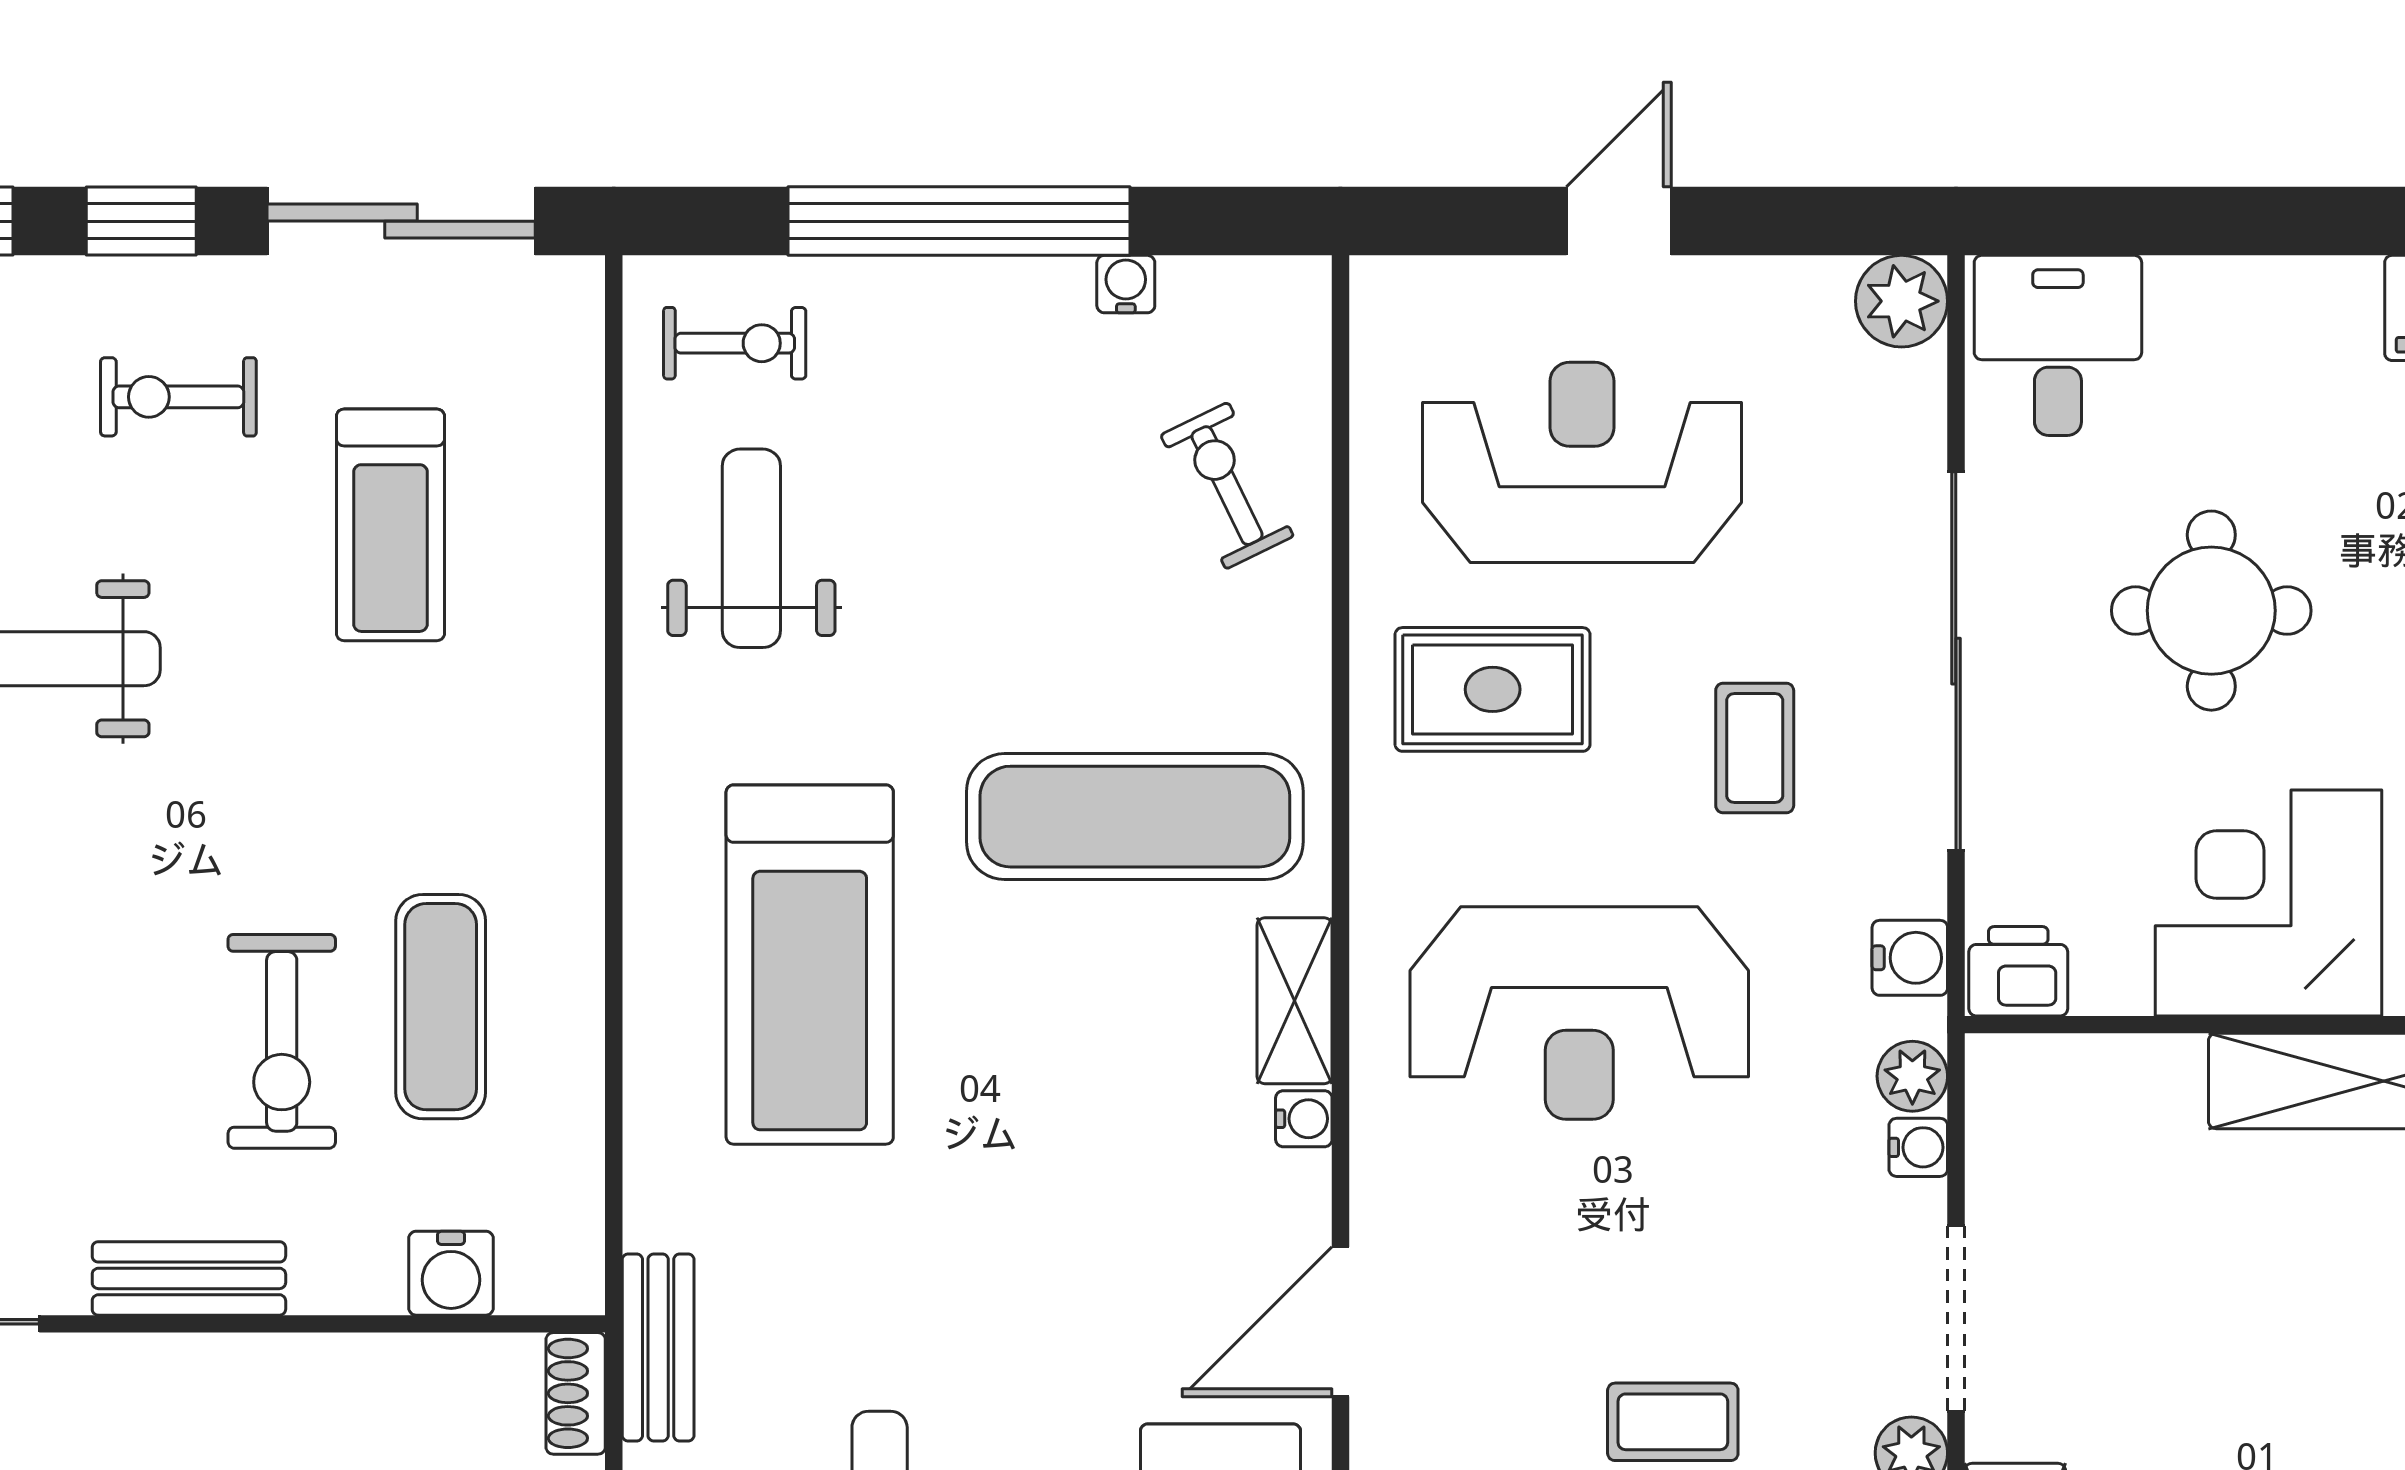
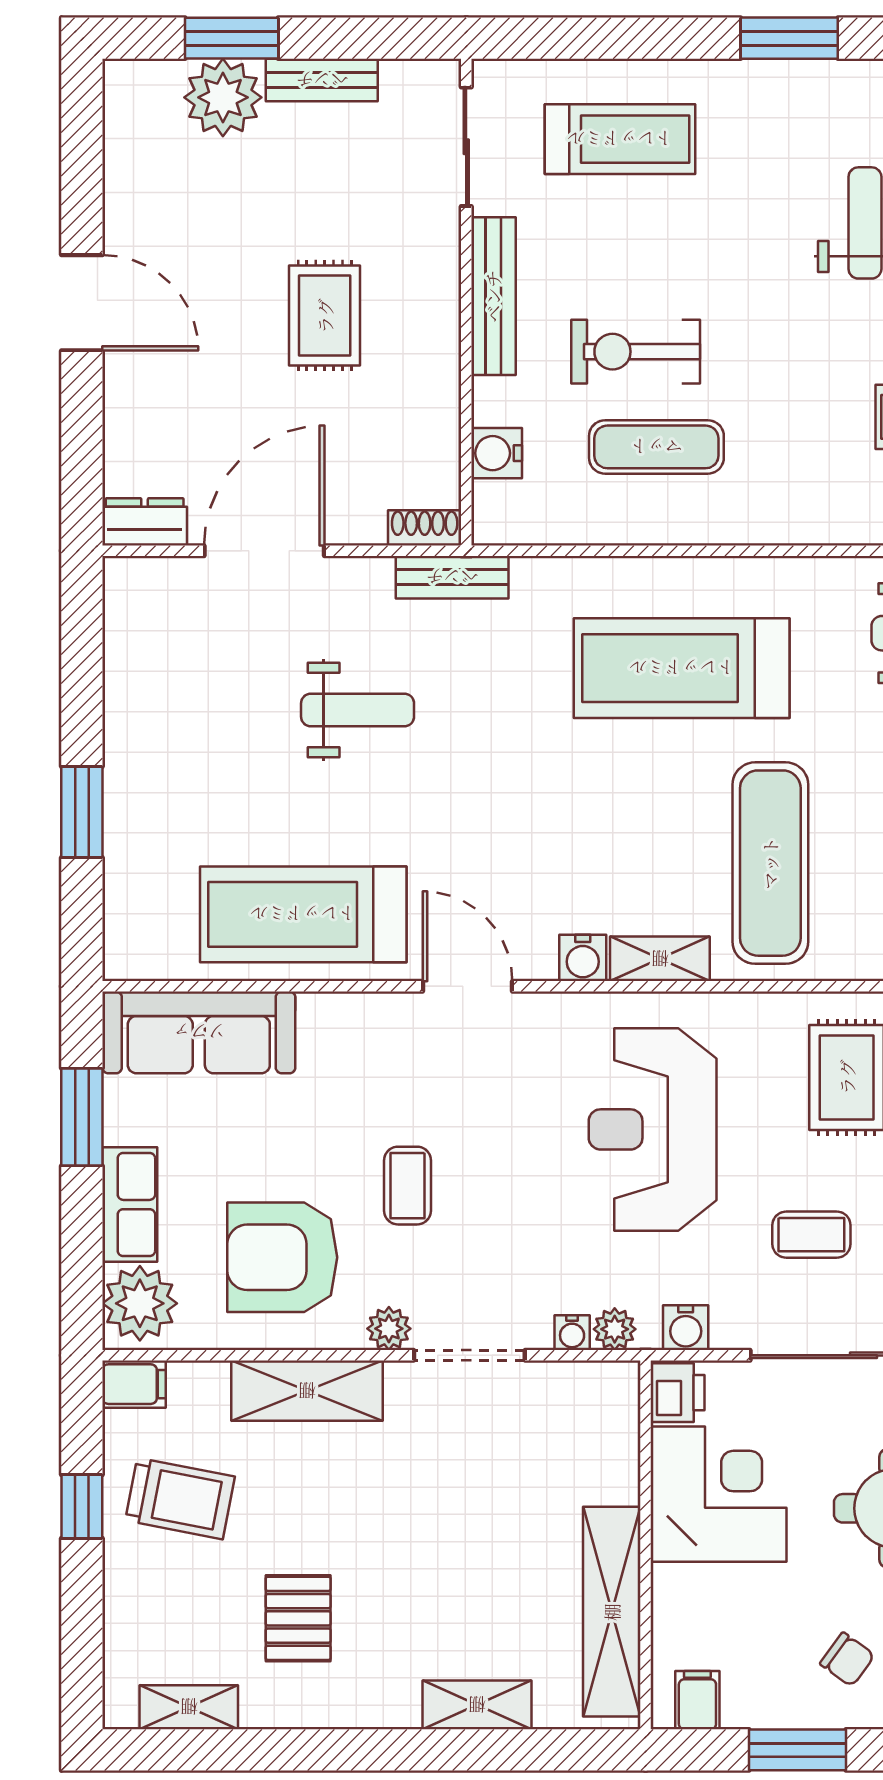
corner desk: (2268, 903) -> (719, 1494), moved
water cooler: (1304, 1119) -> (583, 958), width x1.38, depth x1.38
bench: (189, 1278) -> (493, 296), width x1.36

